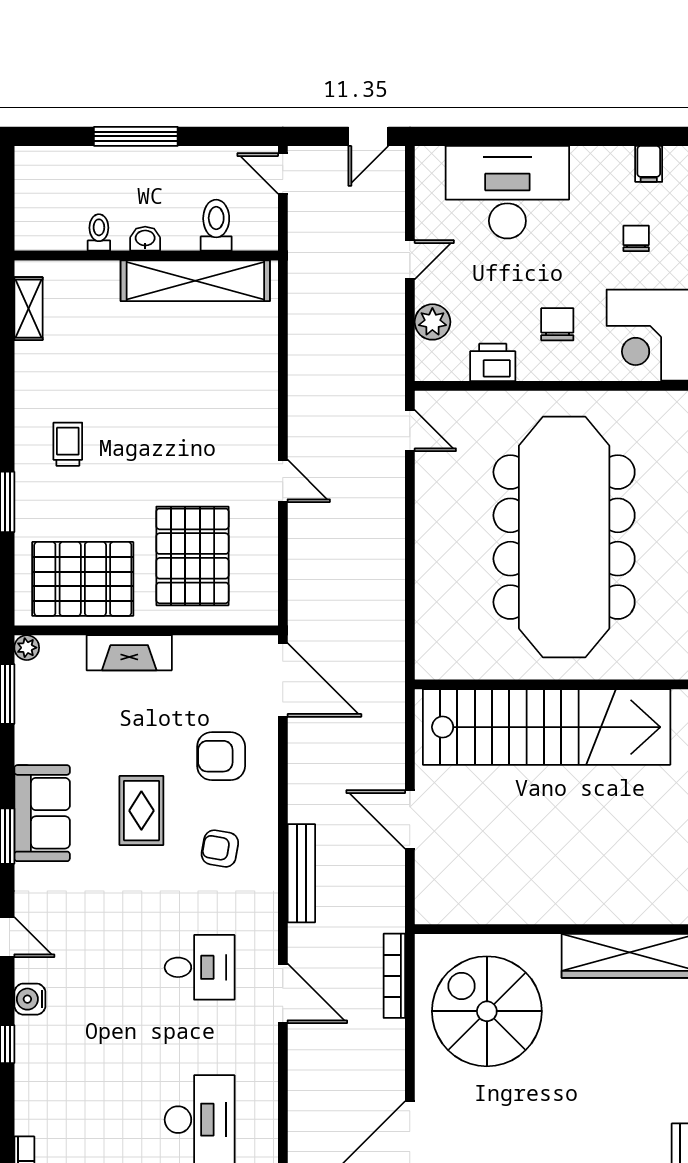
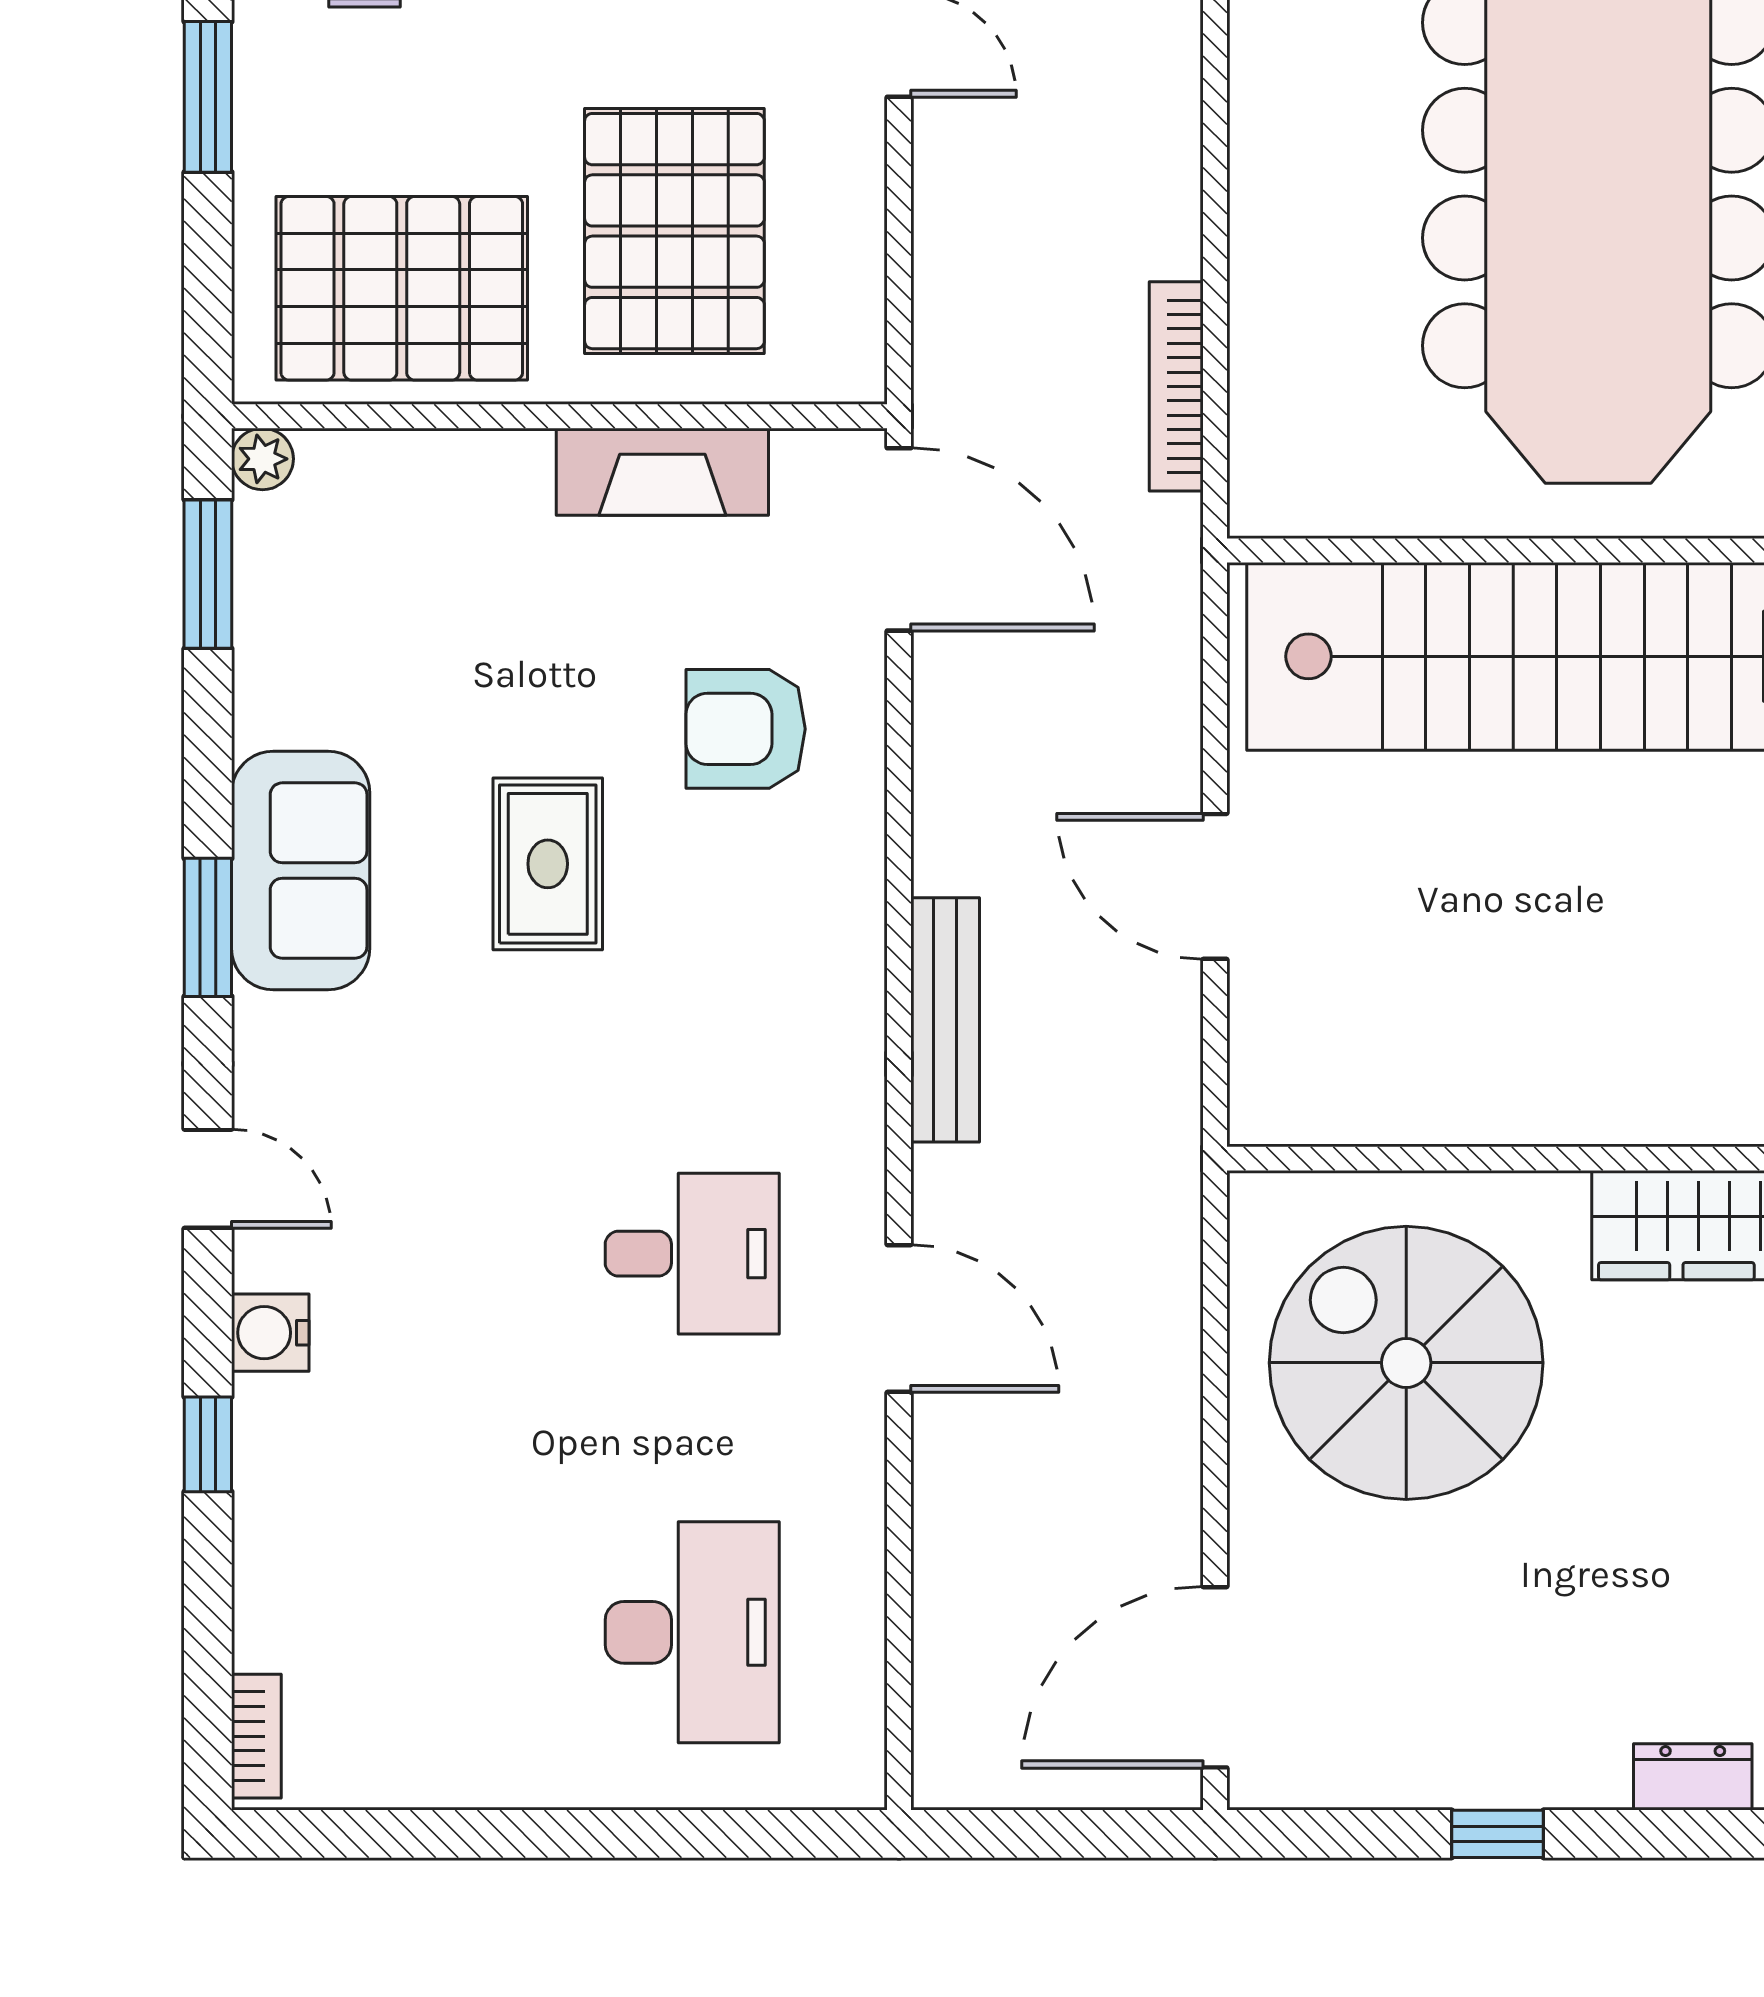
fireplace: (129, 653) -> (662, 472), moved
armchair: (220, 849) -> (743, 958), removed
bookcase: (394, 976) -> (1176, 386), moved

